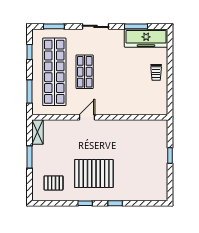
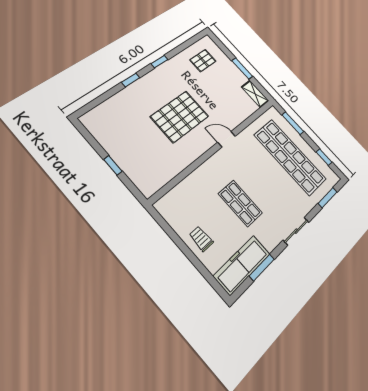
shop shelf: (85, 72) -> (240, 203), moved
door: (87, 117) -> (227, 139), swing flipped
pallet: (94, 174) -> (180, 116), moved

